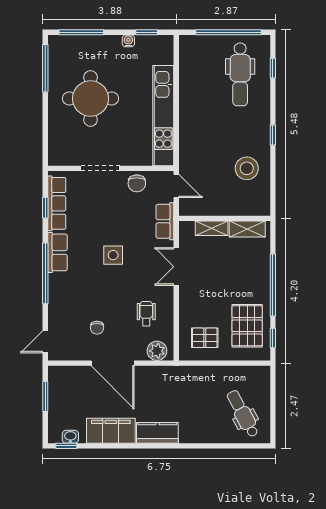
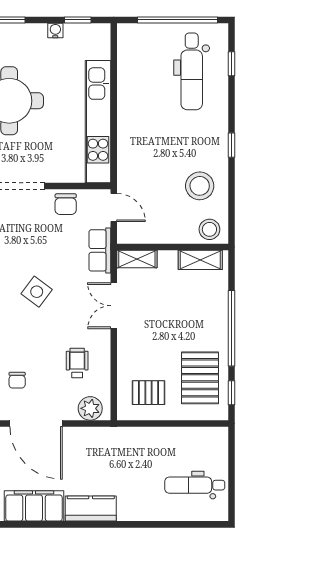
stool: (255, 204) -> (209, 229), added
shelving: (212, 228) -> (137, 259), moved
side table: (113, 255) -> (37, 292), turned 37
dental chair: (243, 414) -> (195, 485), turned -62

